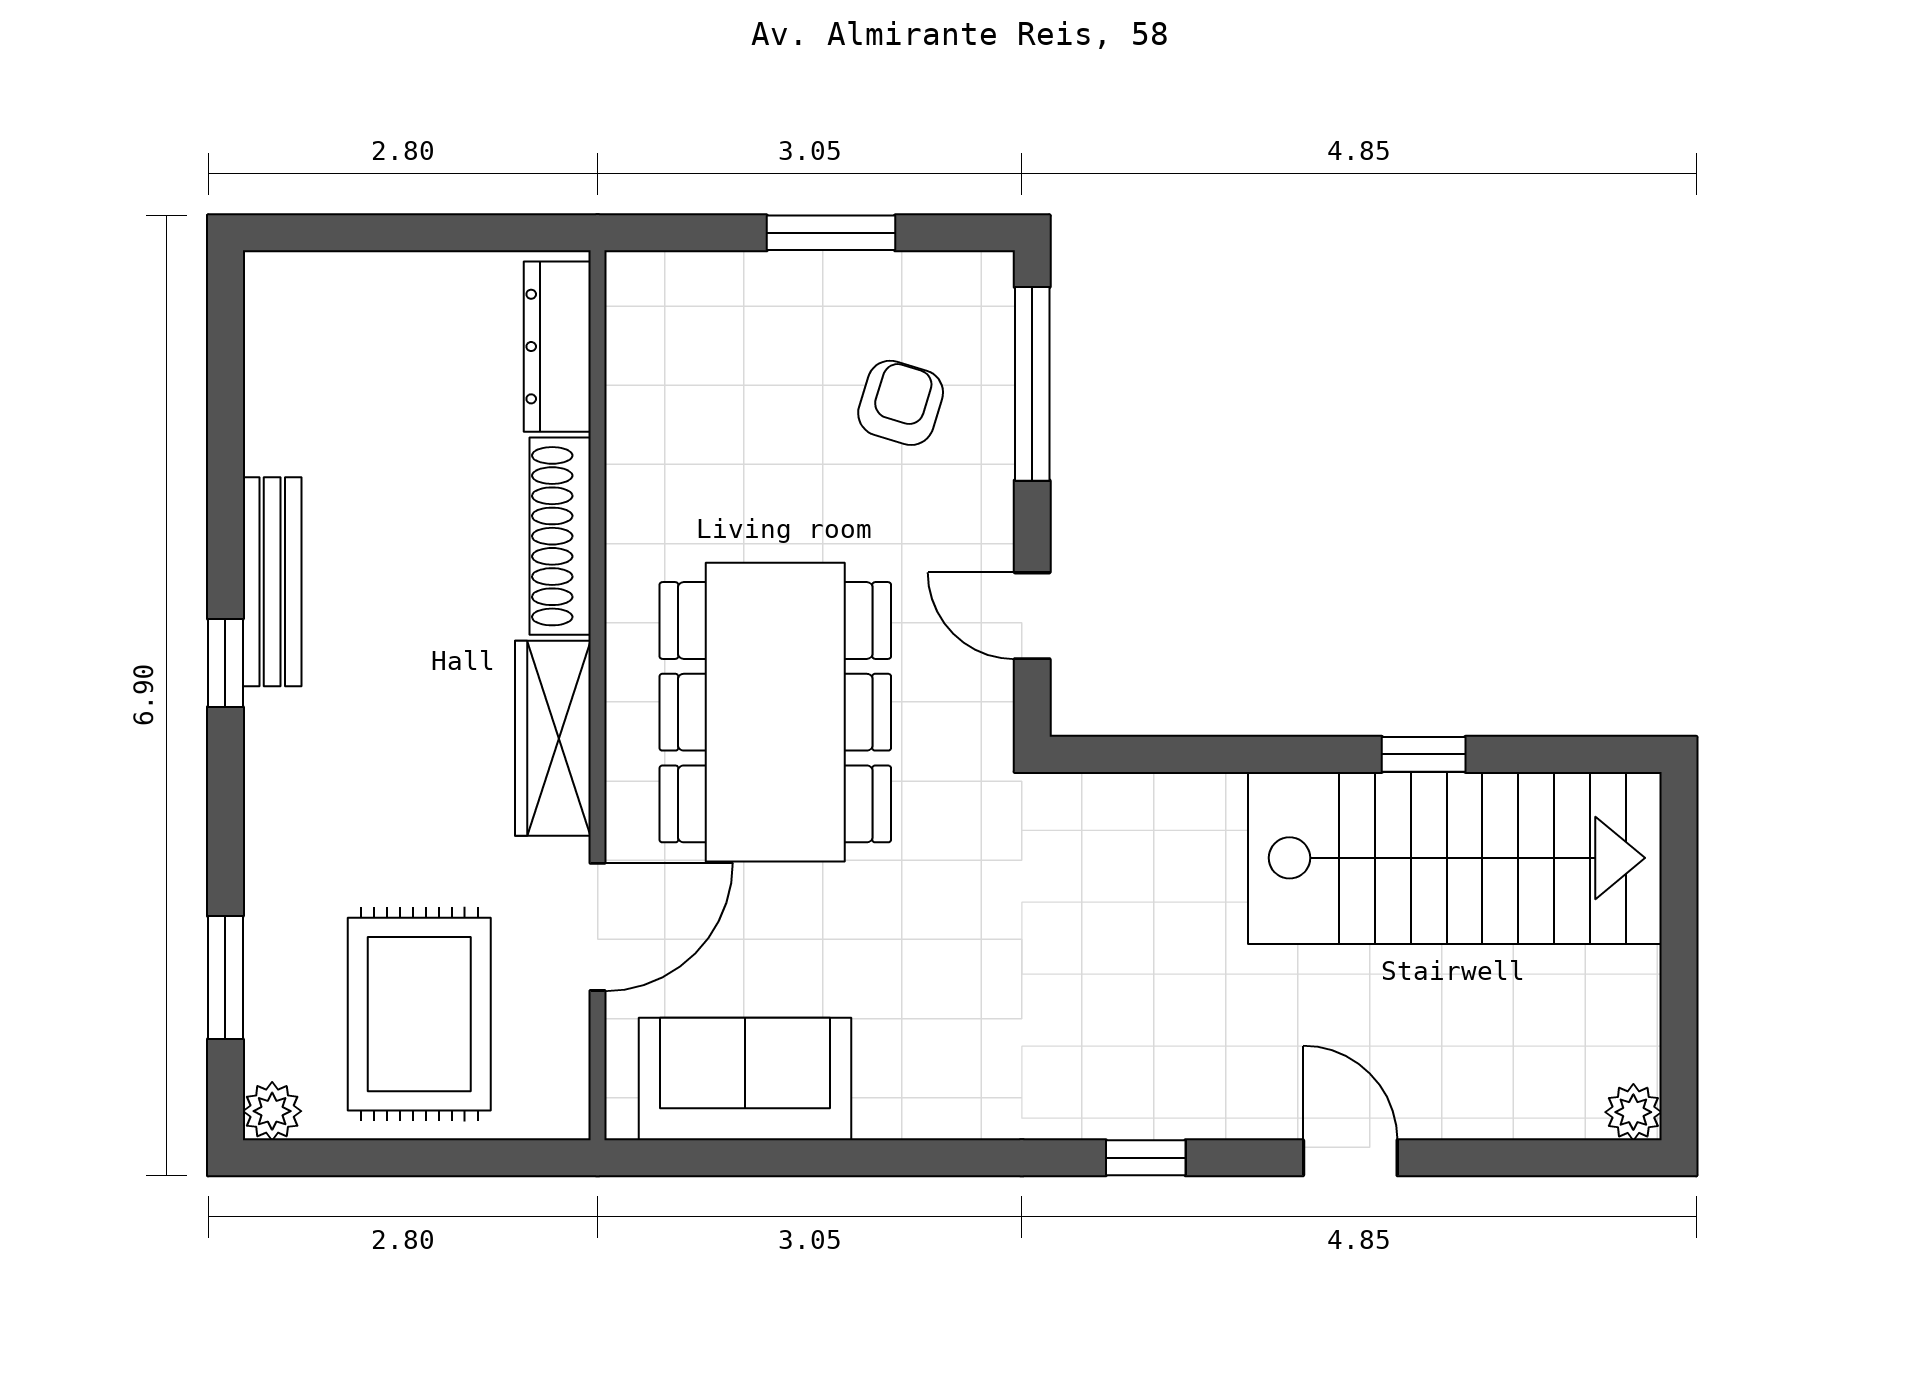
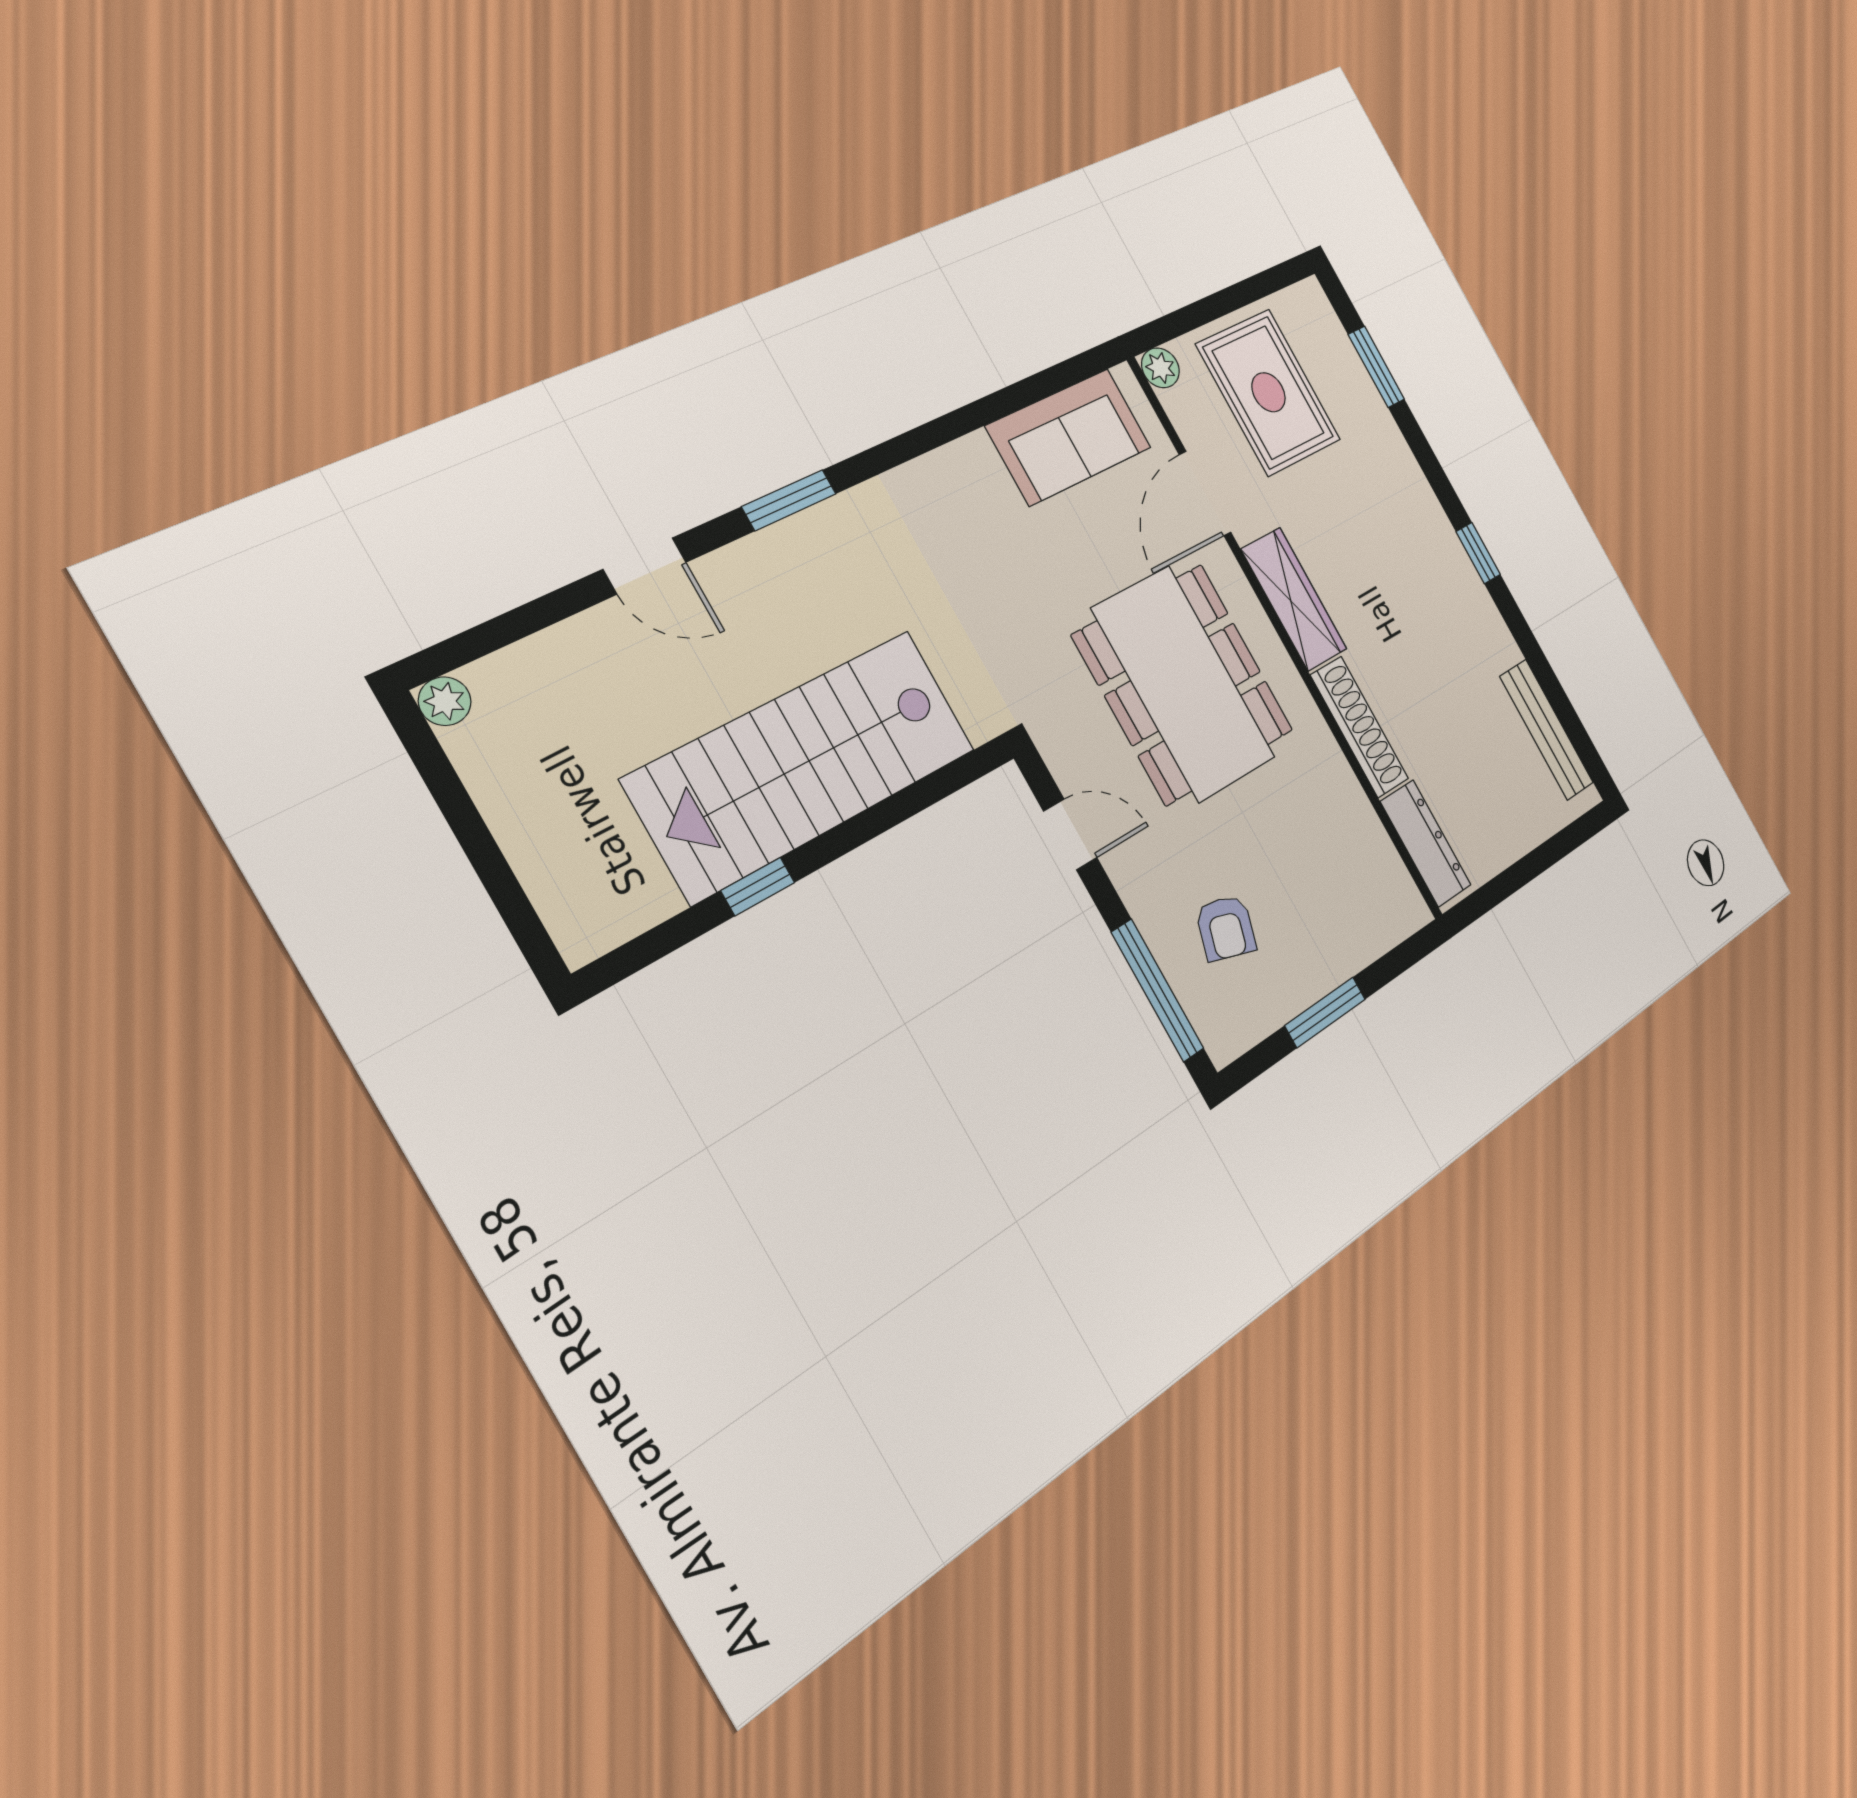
bench: (272, 582) -> (1547, 730), moved
stairs: (1455, 858) -> (803, 764), moved
plant: (272, 1111) -> (1160, 368), moved
window: (1146, 1158) -> (789, 500), width x1.50

